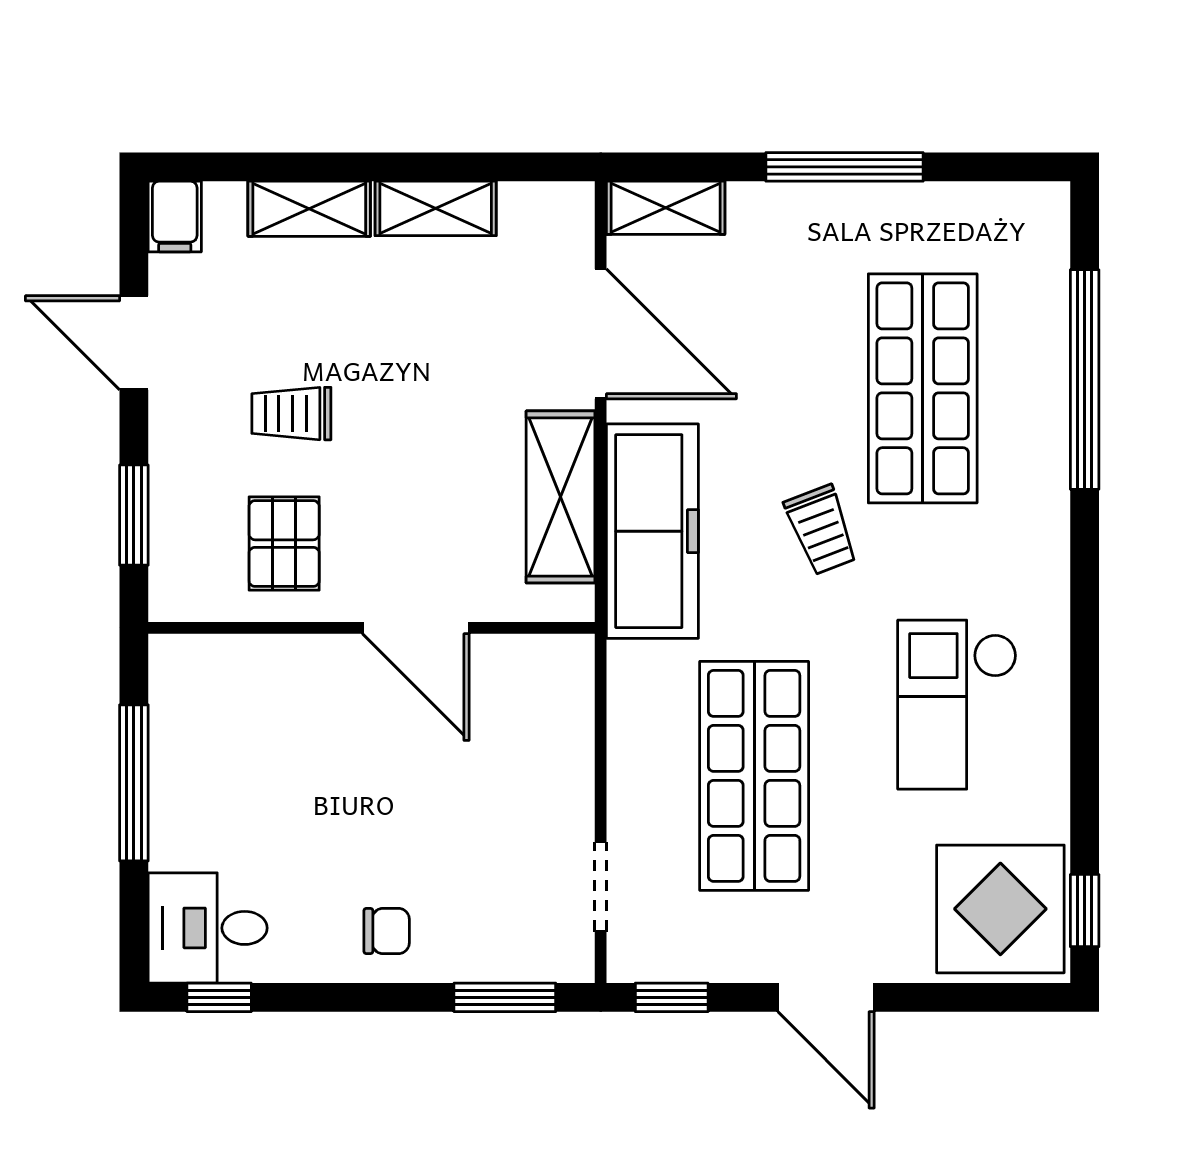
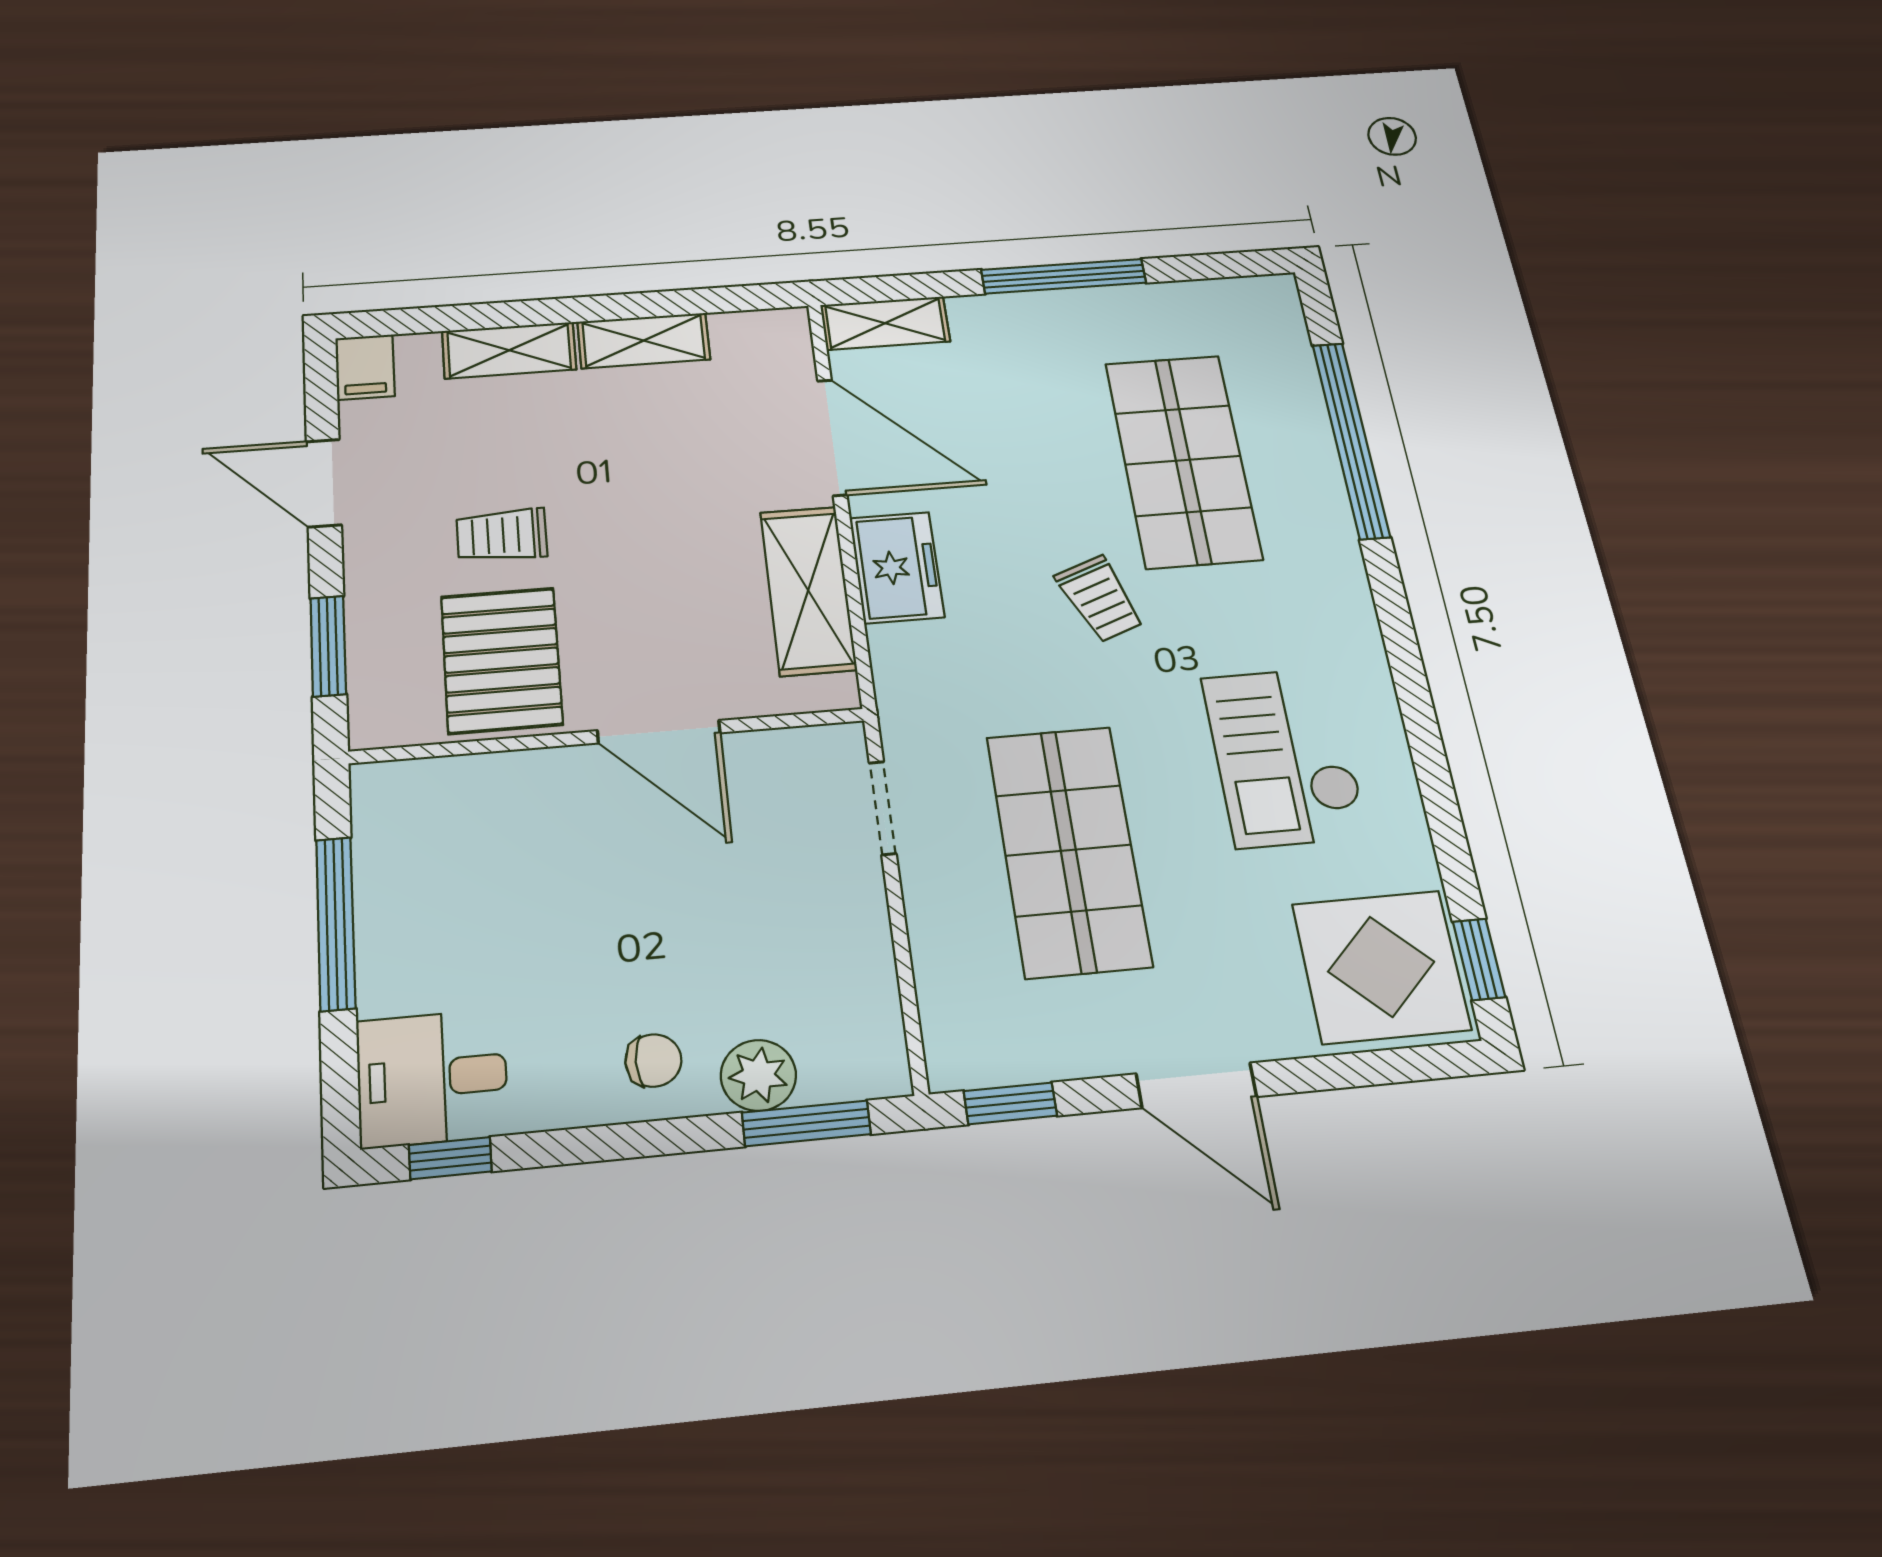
freezer: (652, 531) -> (897, 567), width x0.52, depth x0.79
pallet: (284, 544) -> (501, 660), width x1.50, depth x1.42
doorway: (601, 887) -> (883, 808), moved
plant: (470, 952) -> (758, 1075), added

